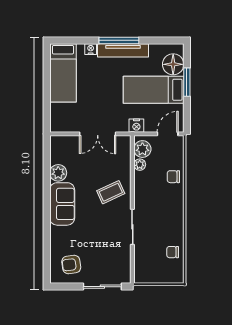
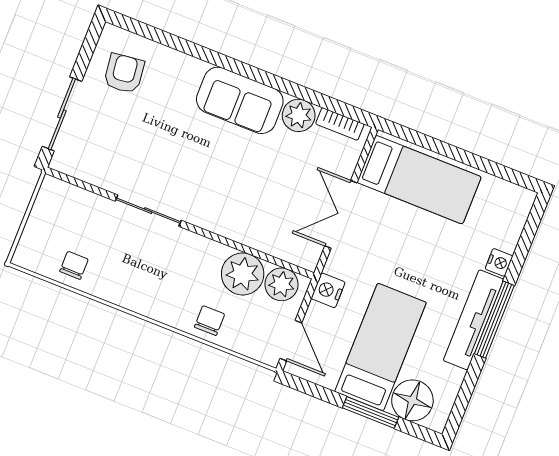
bed: (63, 73) -> (419, 180), moved, turned 180
bookcase: (54, 152) -> (340, 124), added
plant: (140, 165) -> (243, 274), width x1.88, depth x1.88
coffee table: (111, 192) -> (226, 196), removed

